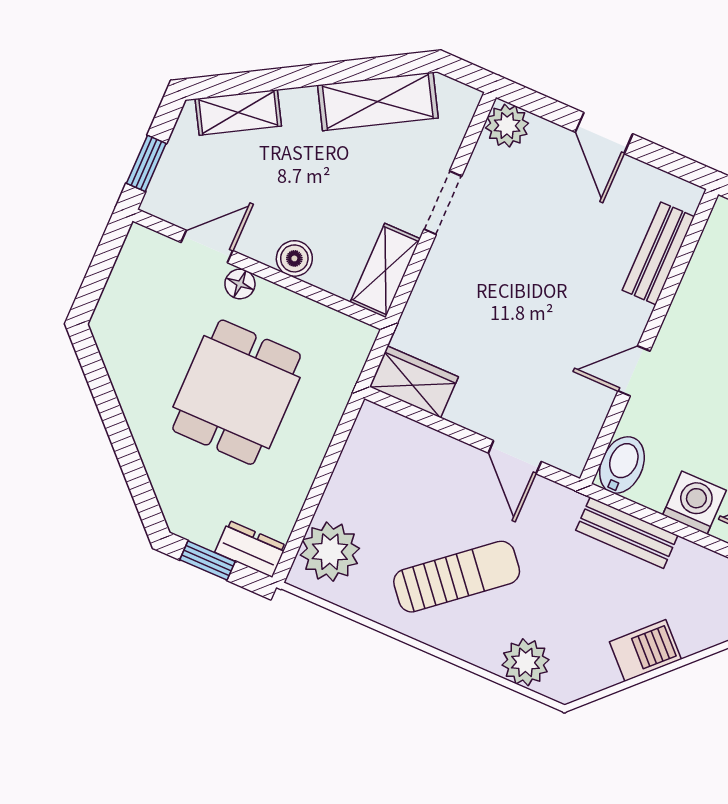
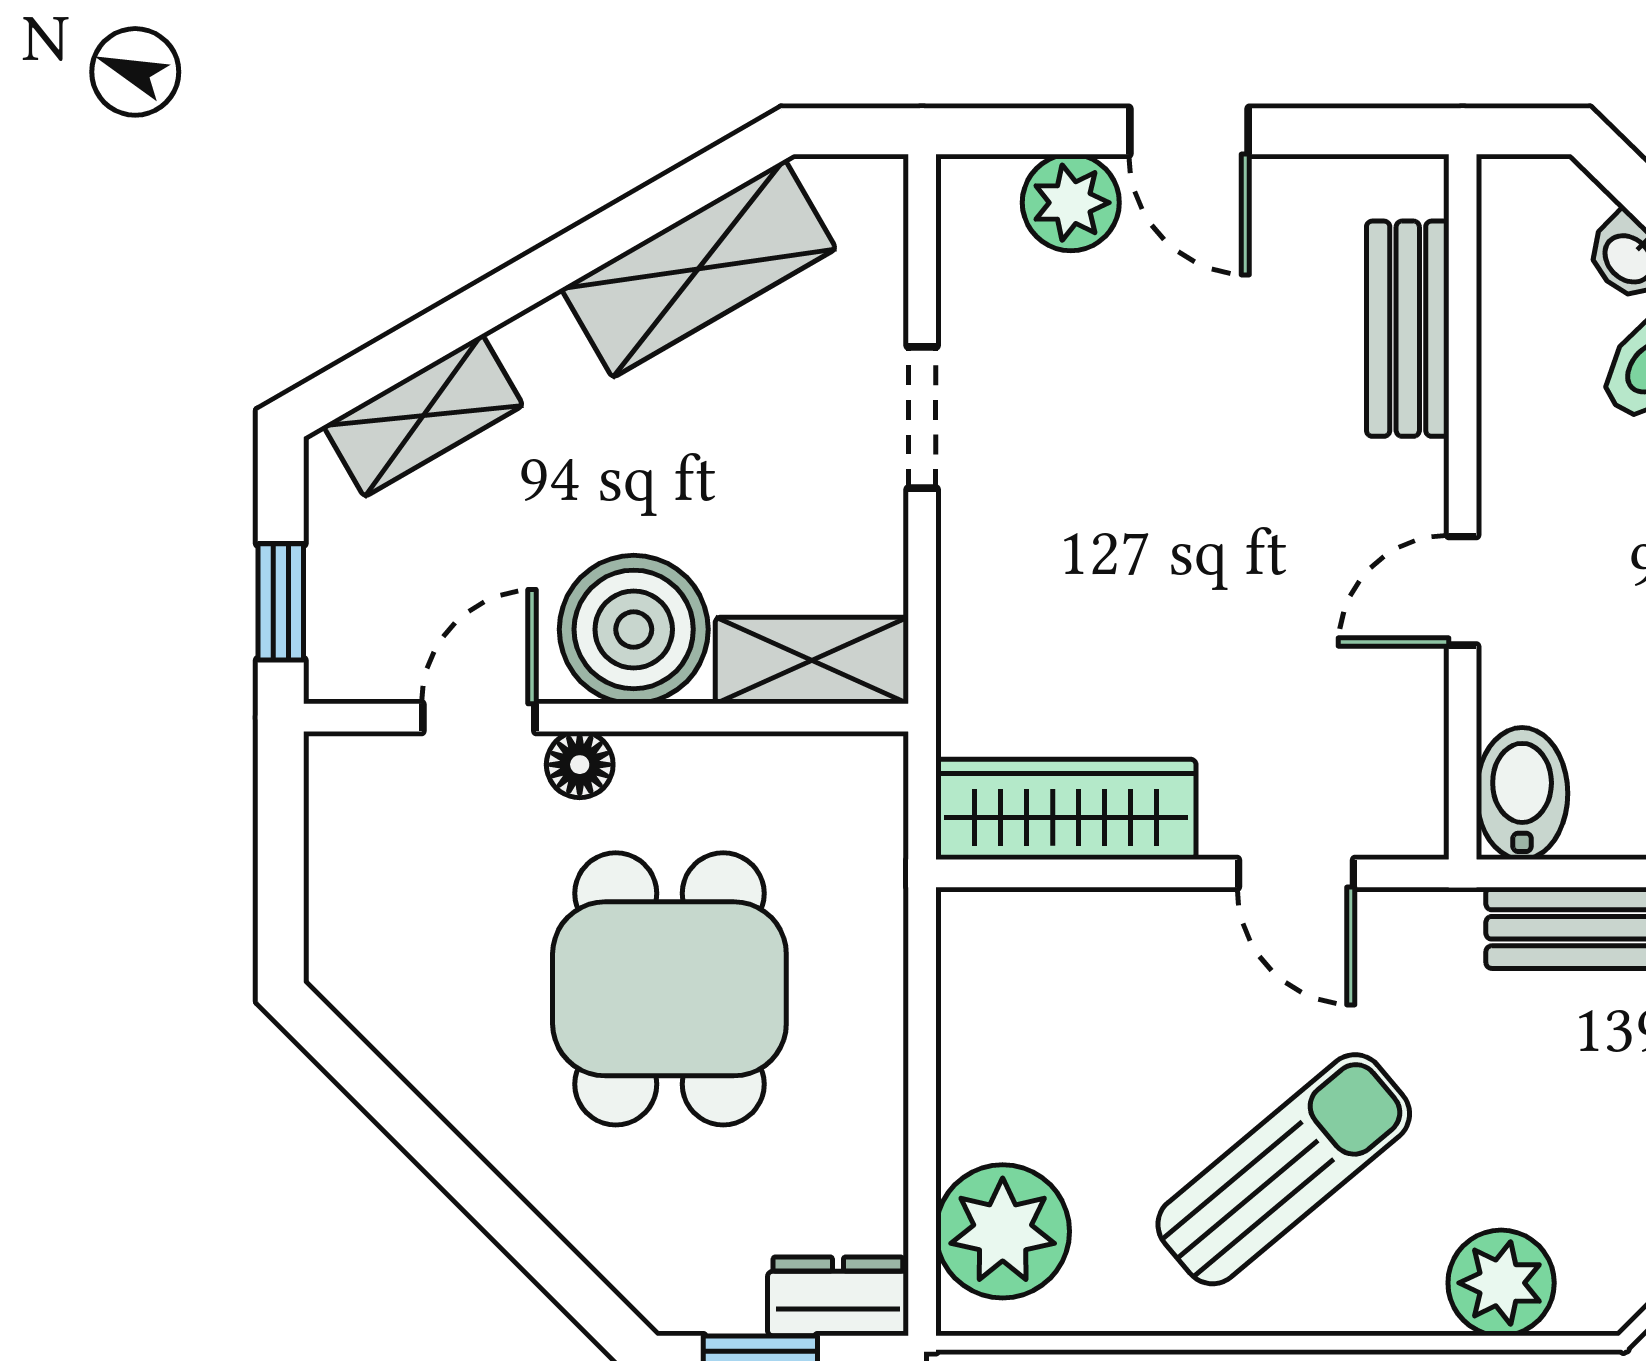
plant: (507, 126) -> (1071, 203), moved
boiler: (294, 258) -> (634, 629), width x1.86, depth x1.86
shelving: (385, 271) -> (812, 660), moved, turned 90
wardrobe: (414, 382) -> (1066, 809), width x1.50

